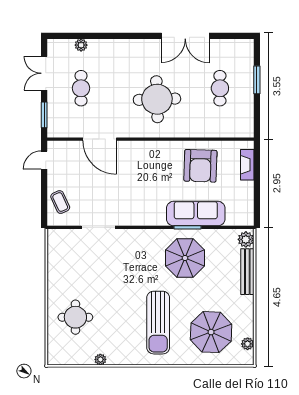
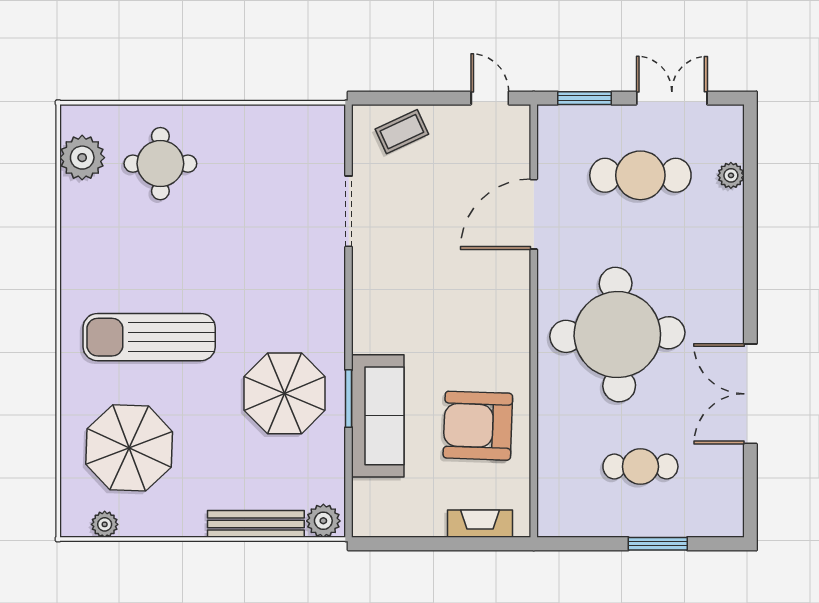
cafe table: (81, 88) -> (640, 175), width x1.37, depth x1.35
round table: (157, 99) -> (617, 335), width x1.36, depth x1.36
plant: (100, 359) -> (82, 158), moved, width x1.88, depth x1.88

